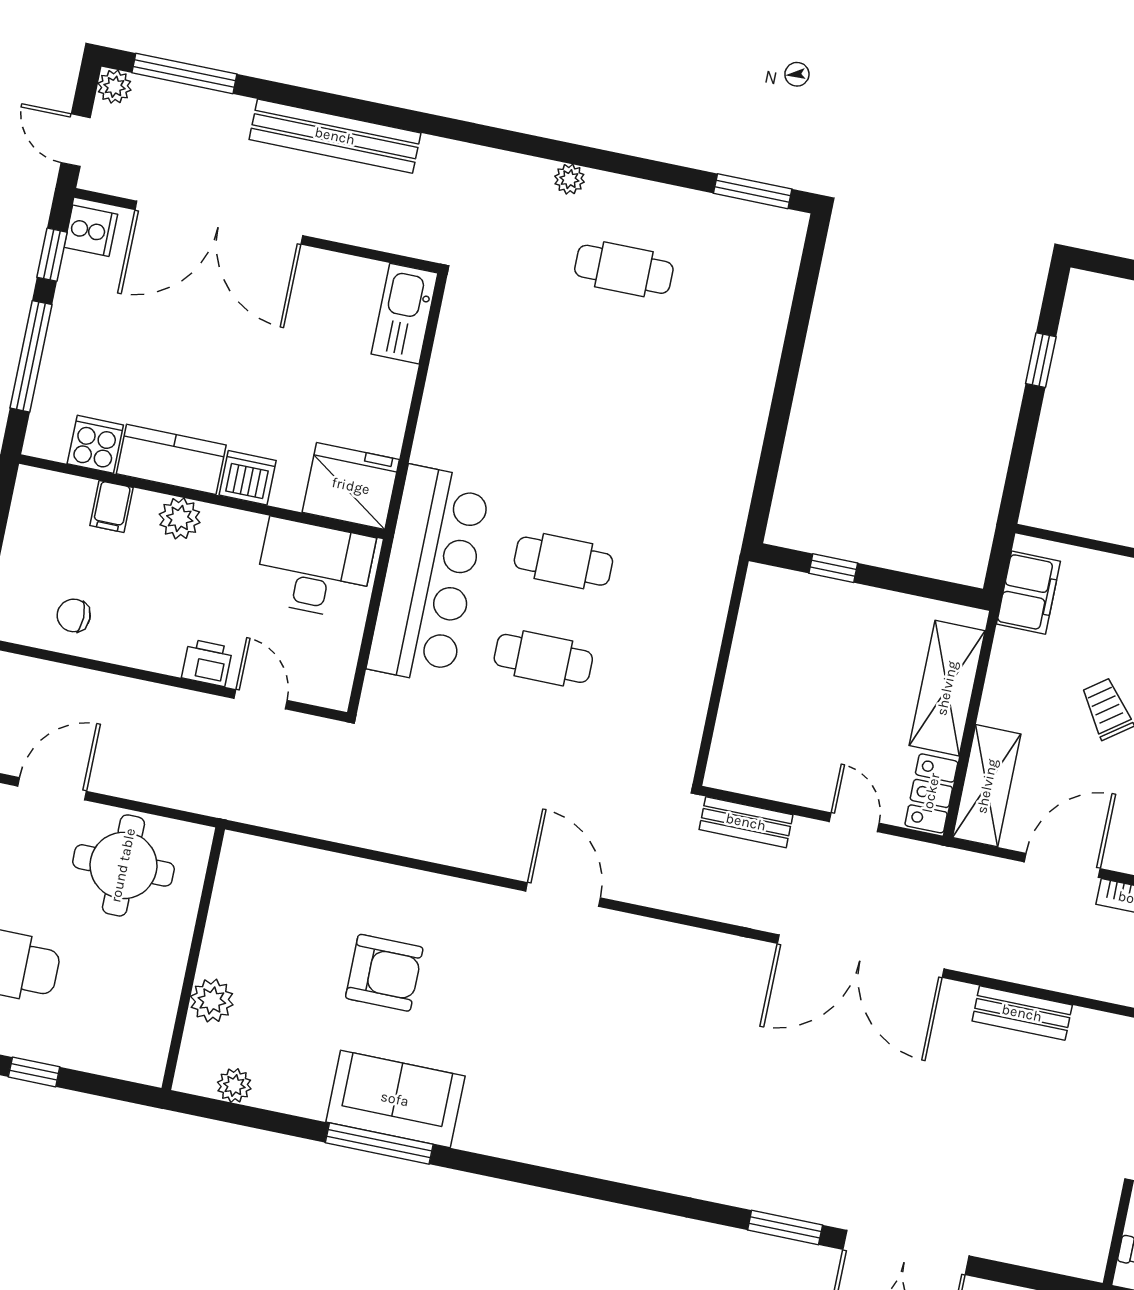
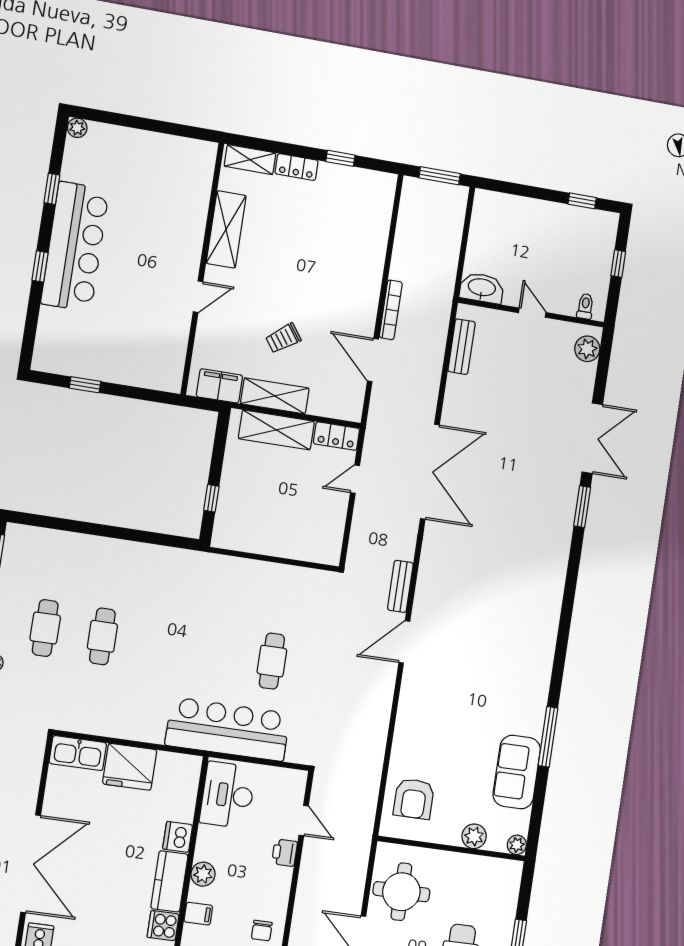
fridge: (351, 486) -> (130, 767), moved, turned -90
cafe table: (563, 561) -> (102, 636), moved
door: (261, 699) -> (304, 821), swing flipped
shelving: (987, 786) -> (275, 396), moved
bench: (746, 822) -> (400, 586), moved
armchair: (384, 973) -> (414, 799), moved, turned 180
bench: (1022, 1013) -> (462, 347), moved
plant: (234, 1085) -> (517, 845), moved
sofa: (395, 1099) -> (517, 772), moved
plant: (1066, 1252) -> (587, 349), added

